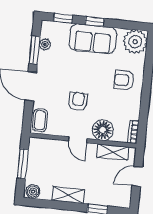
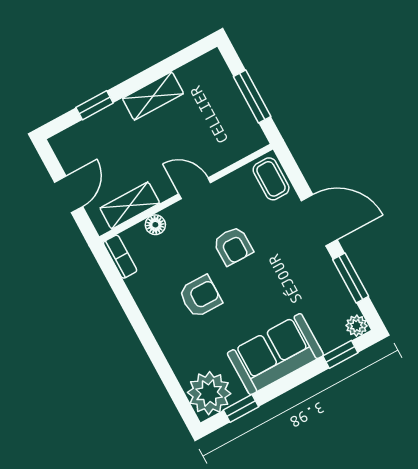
window: (95, 22) -> (241, 408), moved
plant: (45, 44) -> (357, 326), moved
armchair: (124, 80) -> (200, 296), moved
floor lamp: (103, 130) -> (155, 225), width x0.53, depth x0.53
boiler: (33, 192) -> (209, 65), removed

